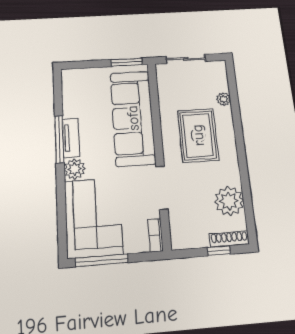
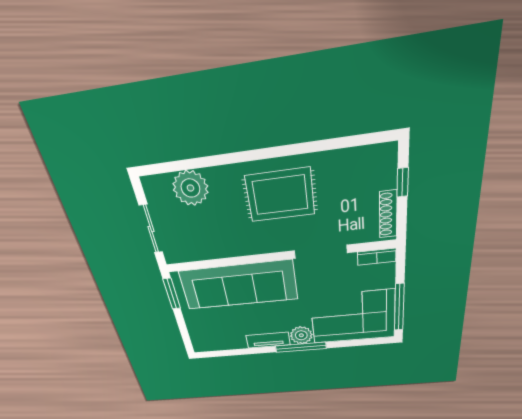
plant: (224, 99) -> (190, 188), width x1.88, depth x1.88
rug: (198, 135) -> (280, 195), moved
window: (59, 139) -> (301, 347), moved
plant: (229, 201) -> (338, 170), removed
shoe rack: (229, 239) -> (388, 214), moved

